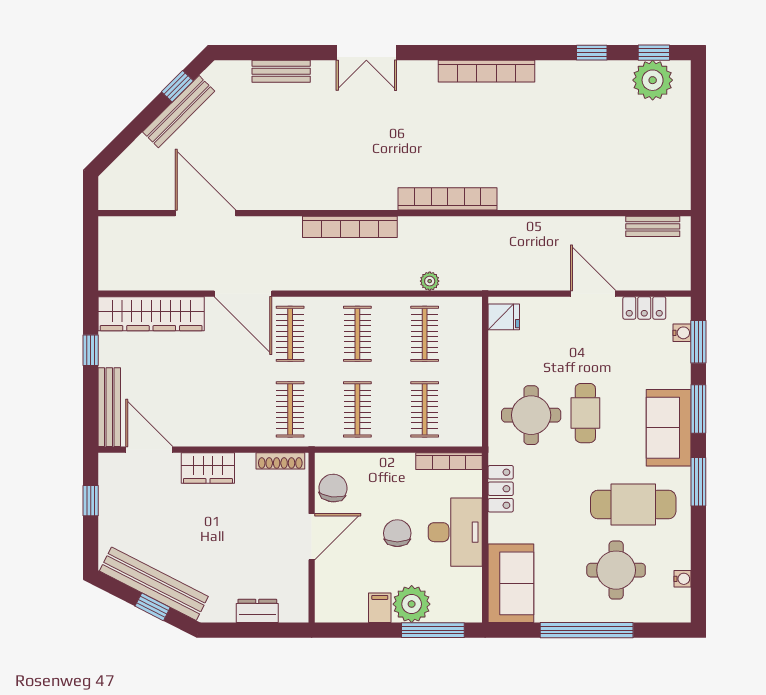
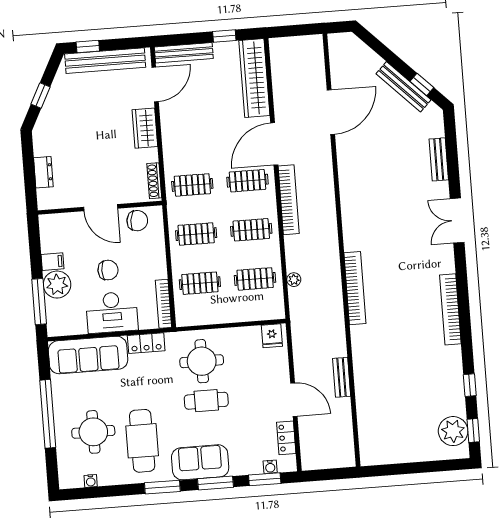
bench: (653, 226) -> (342, 377), moved
bookcase: (350, 227) -> (289, 200), moved, turned 180
door: (593, 294) -> (294, 400), hinge flipped
window: (91, 501) -> (88, 46), moved
sofa: (511, 583) -> (88, 355), width x1.36
bench: (154, 584) -> (105, 61), moved, turned 63

